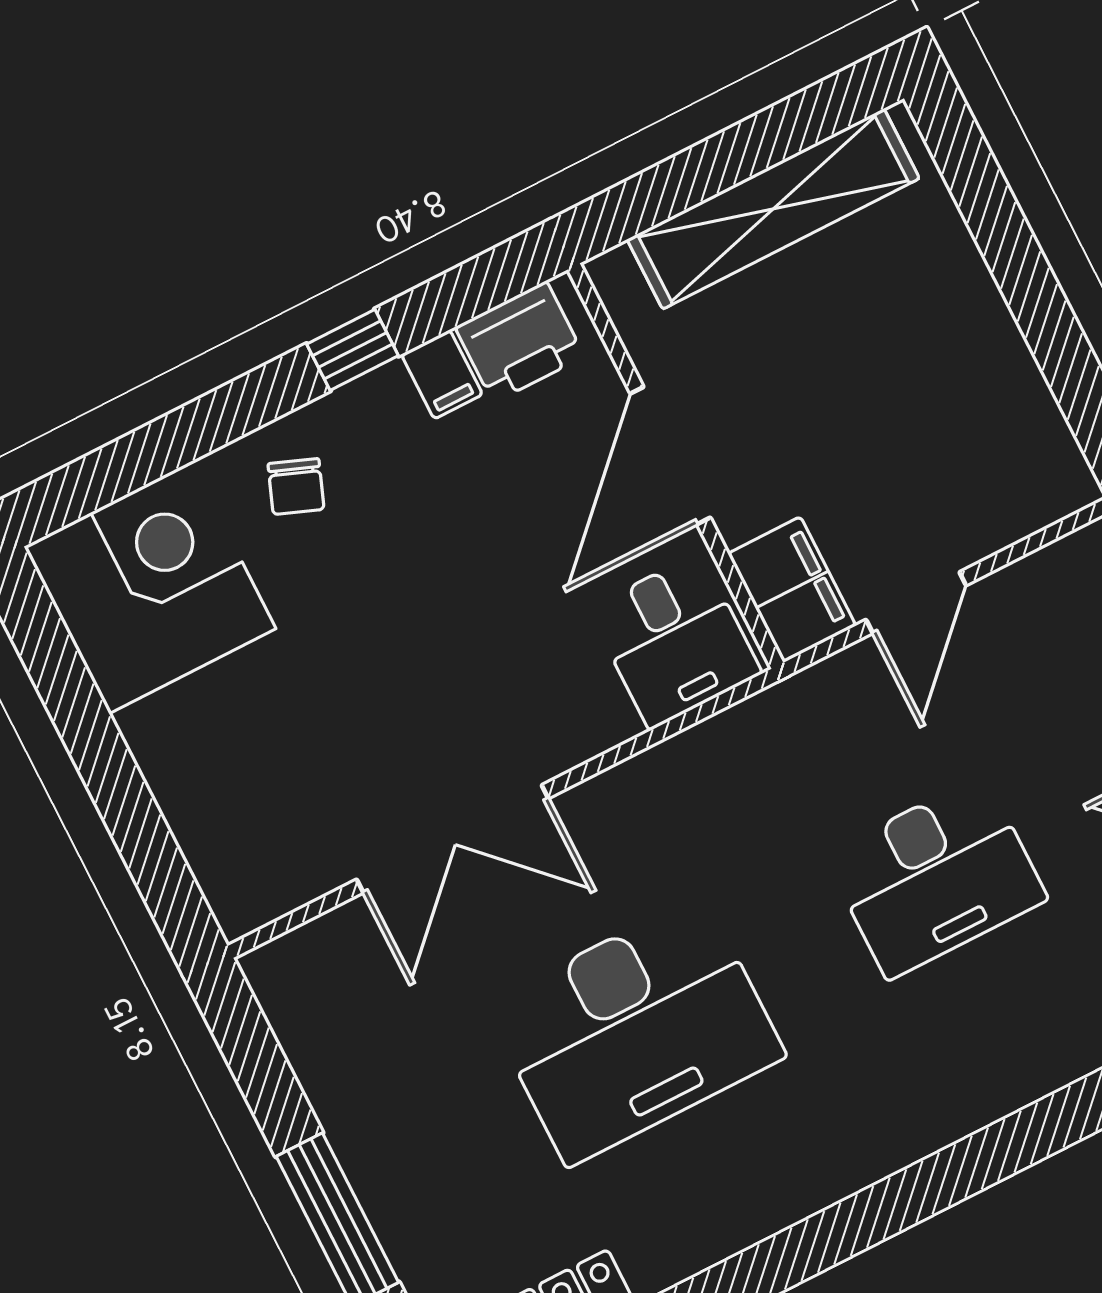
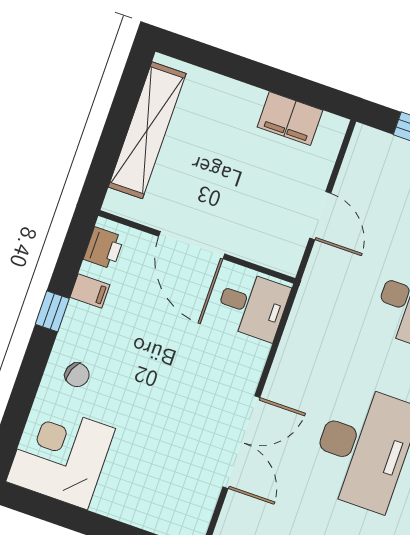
printer: (520, 342) -> (104, 248), width x0.73, depth x0.81
filing cabinet: (792, 590) -> (290, 119), moved, turned 180

